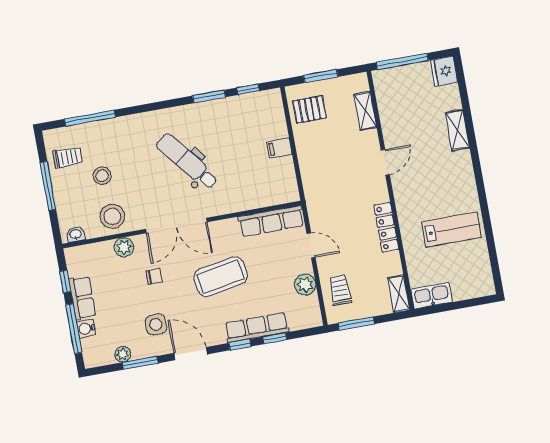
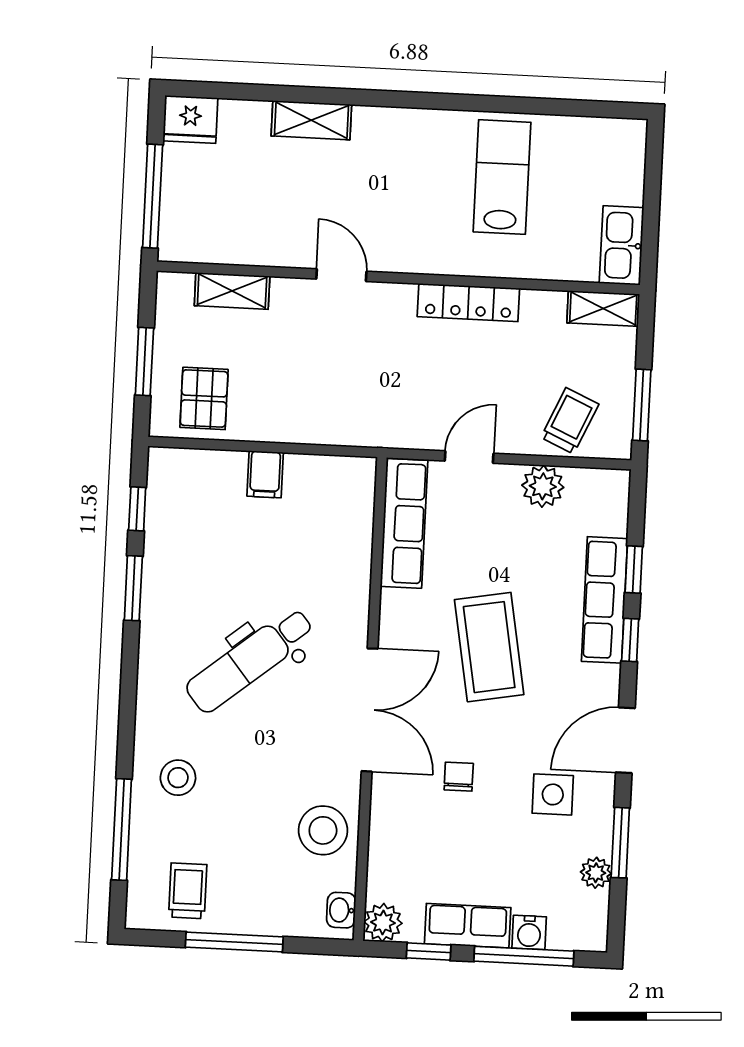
stool: (102, 176) -> (178, 778), moved
plant: (124, 247) -> (383, 923), moved
trolley: (340, 290) -> (570, 421), turned 114

